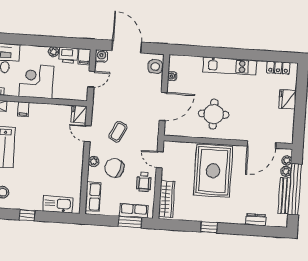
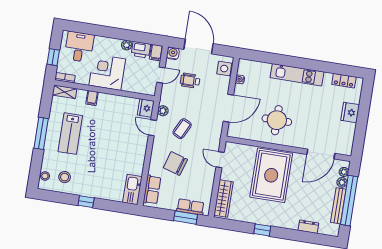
plant: (94, 161) -> (163, 111), moved
wheelchair: (144, 182) -> (190, 81), moved, turned 90
kitchen sink: (58, 204) -> (132, 189), moved, turned -90

